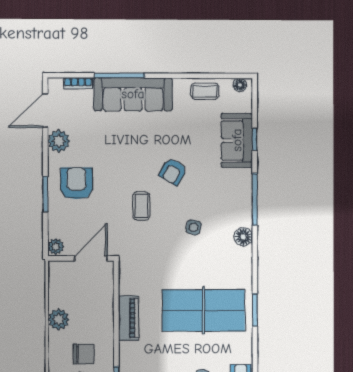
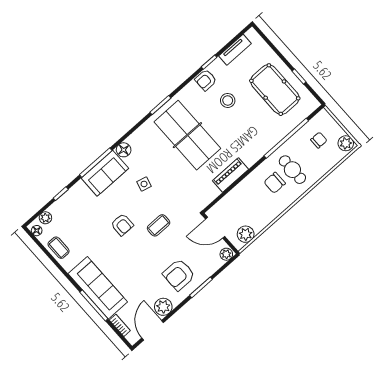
plant: (245, 104) -> (45, 218), added
door: (45, 111) -> (153, 330), swing flipped
sofa: (237, 140) -> (105, 173), moved
armchair: (173, 172) -> (122, 225), turned 60
plant: (59, 319) -> (246, 234), moved
chair: (84, 354) -> (275, 183), turned -90

